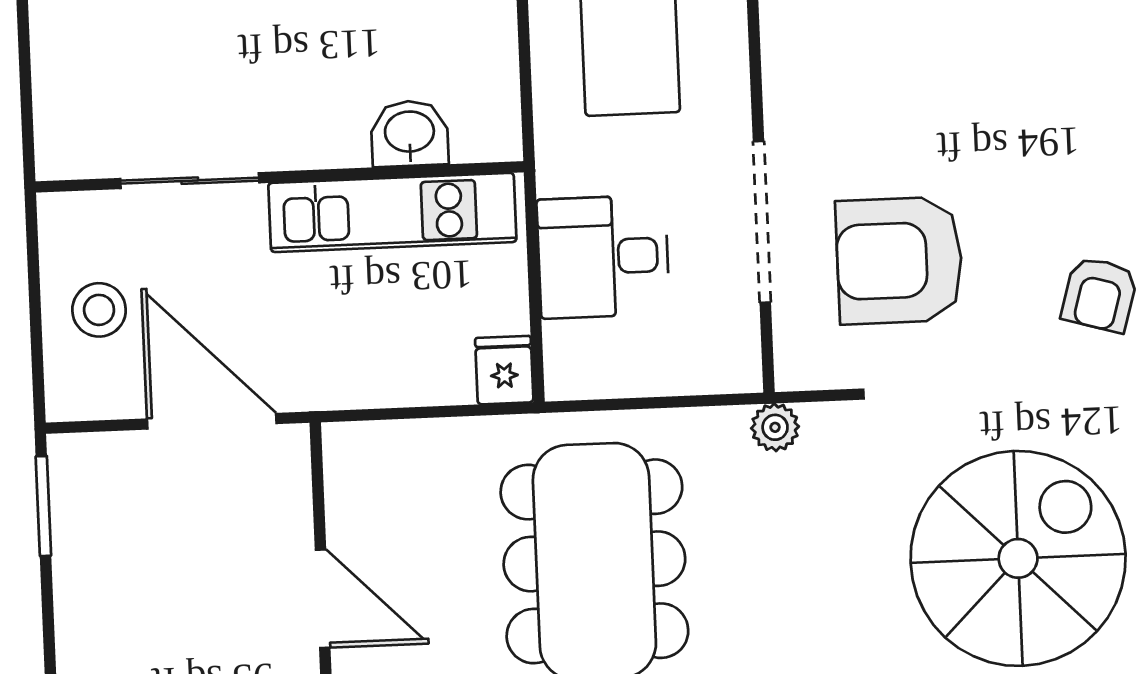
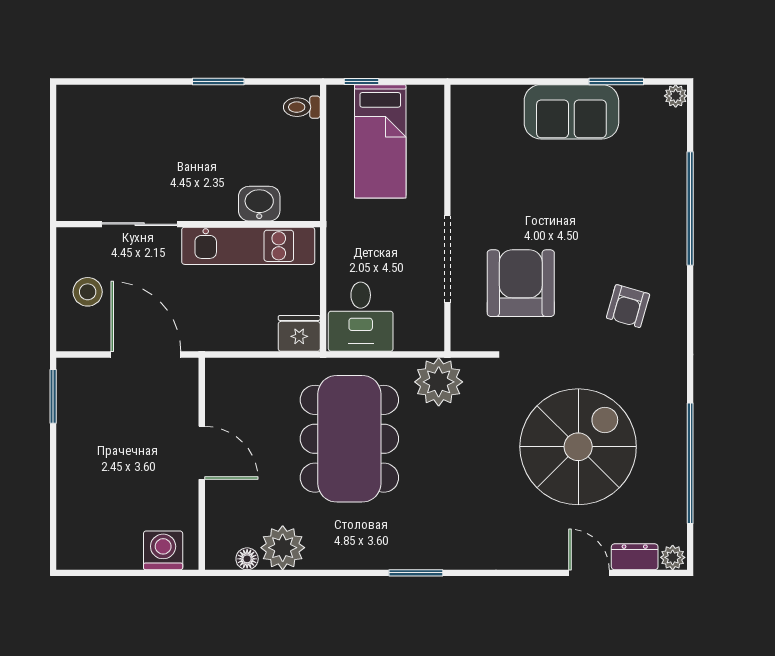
desk: (603, 257) -> (361, 317), moved, turned -90
armchair: (899, 260) -> (521, 283), turned 90
fridge: (504, 370) -> (299, 333), width x1.38
plant: (775, 427) -> (439, 382), width x1.87, depth x1.87

